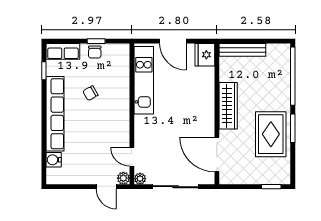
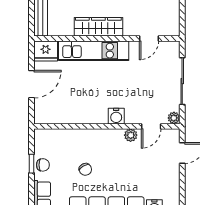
kitchen unit: (144, 80) -> (94, 51), moved, turned 180
water cooler: (142, 123) -> (116, 116), added
door: (217, 155) -> (149, 38), width x0.53
plant: (123, 178) -> (131, 135), moved

